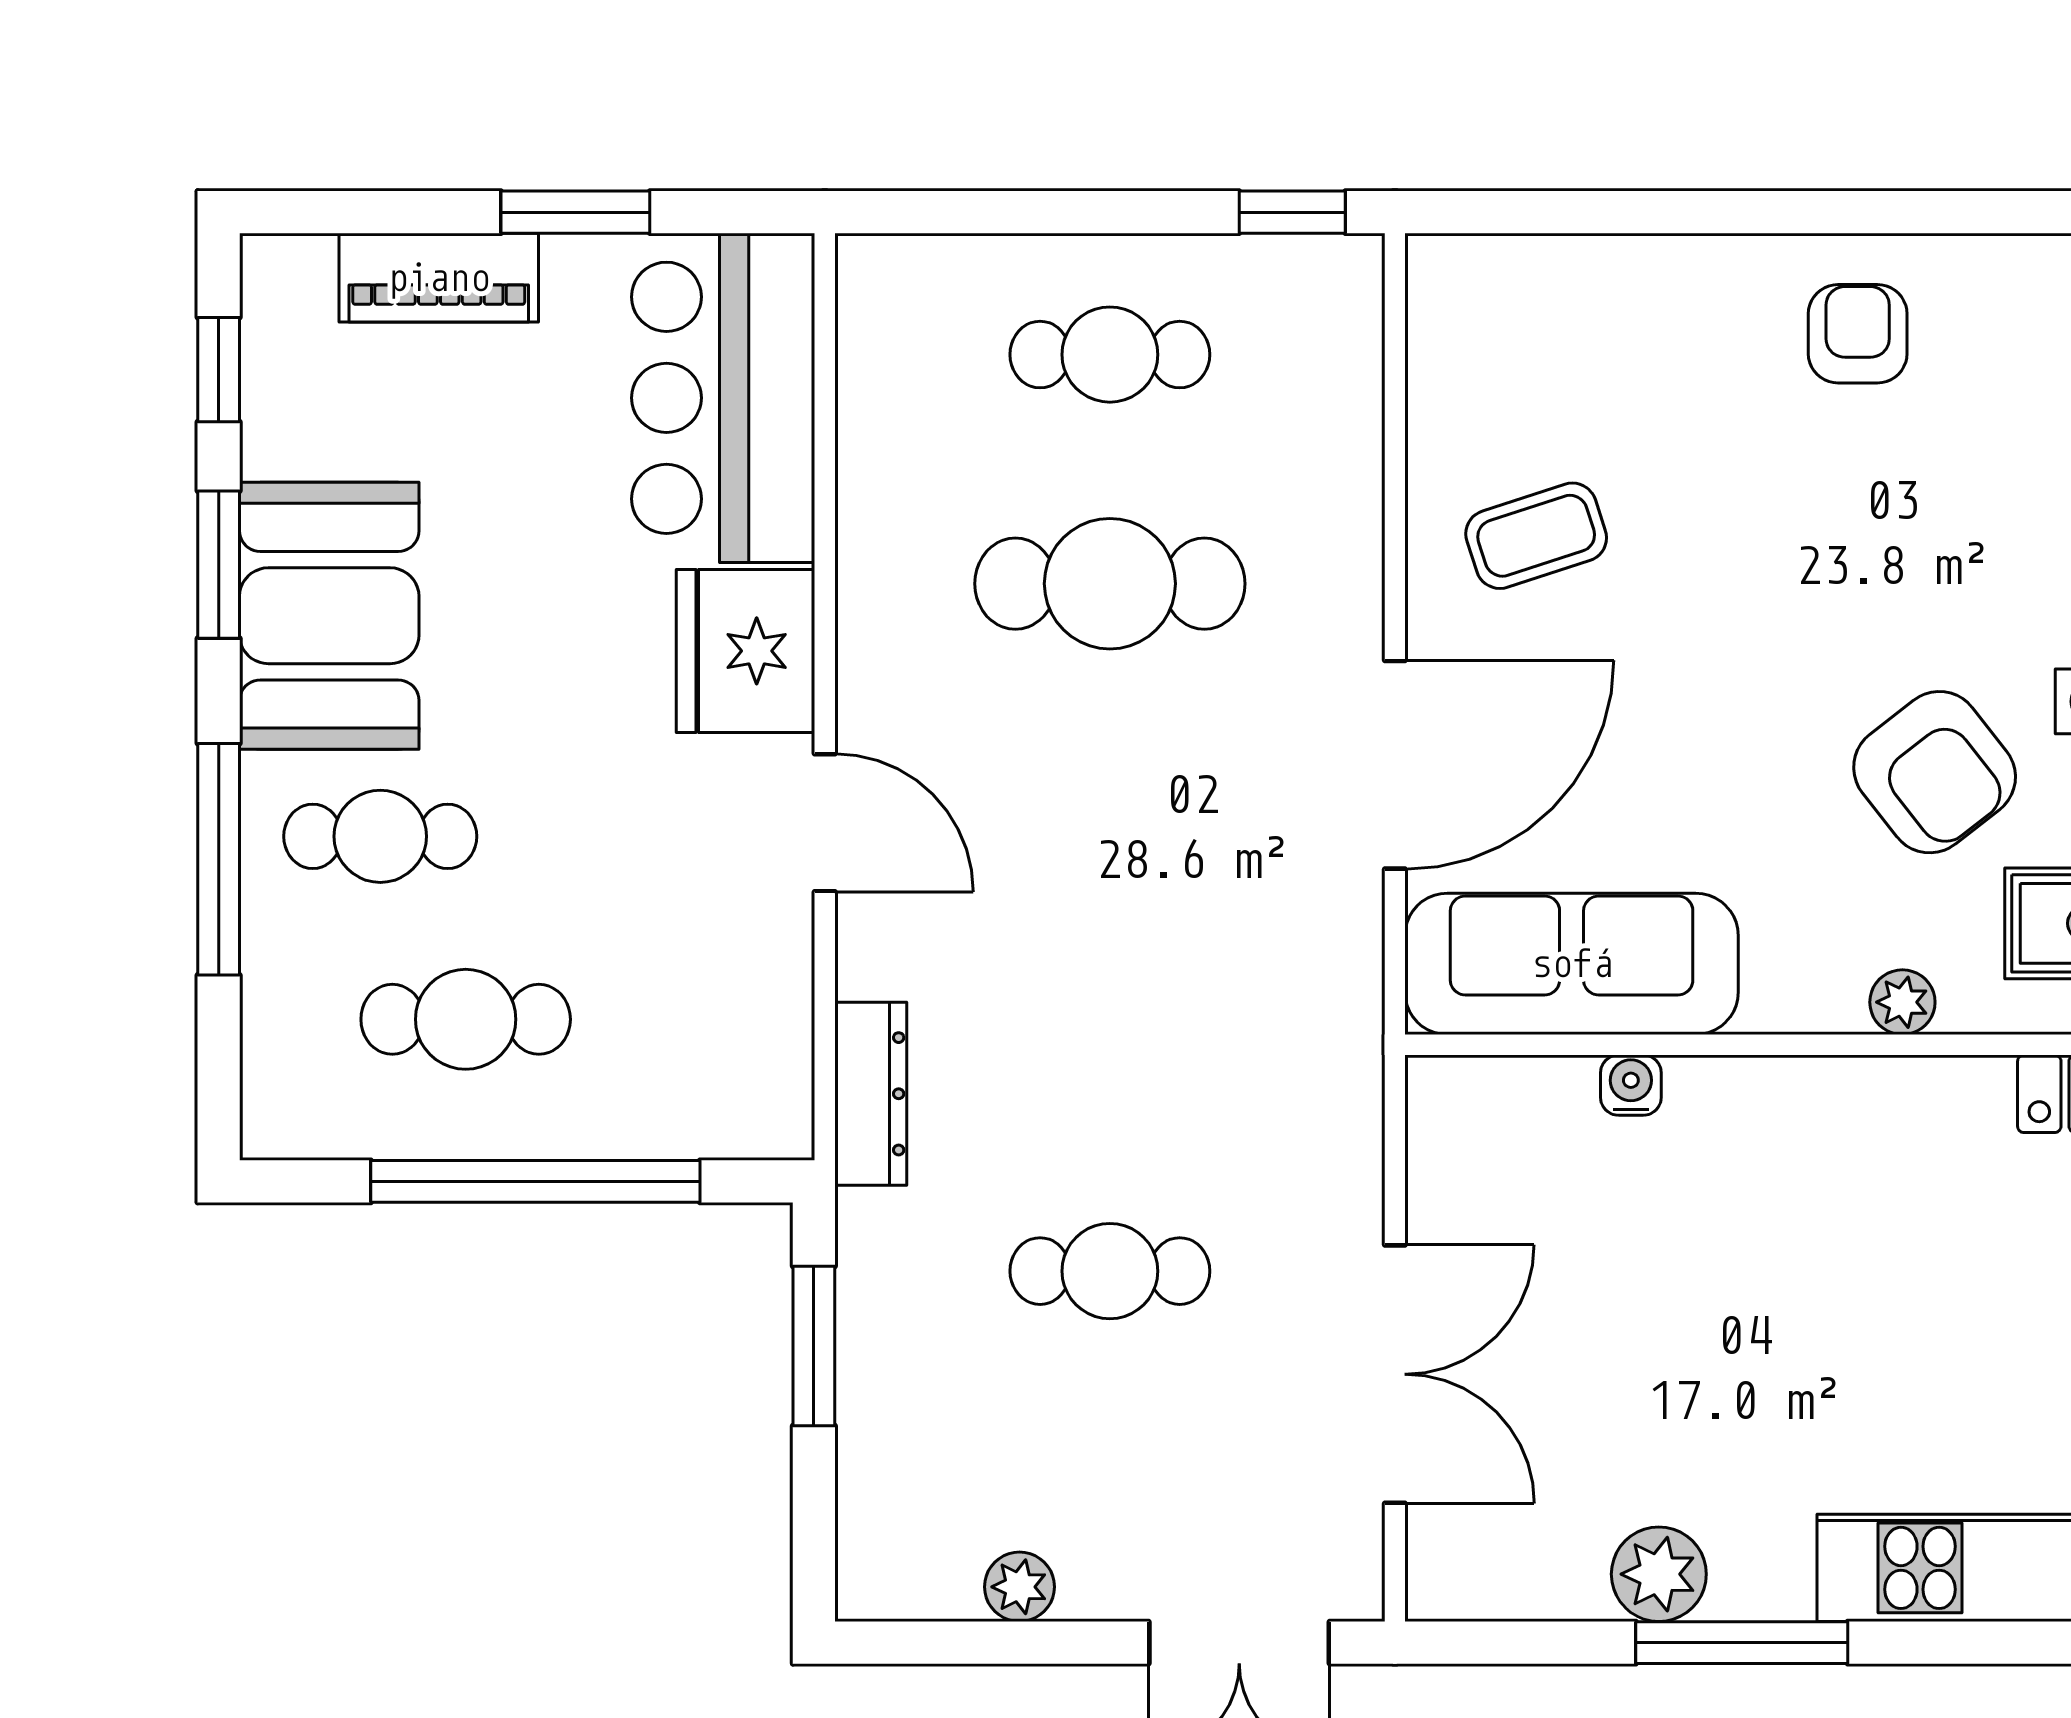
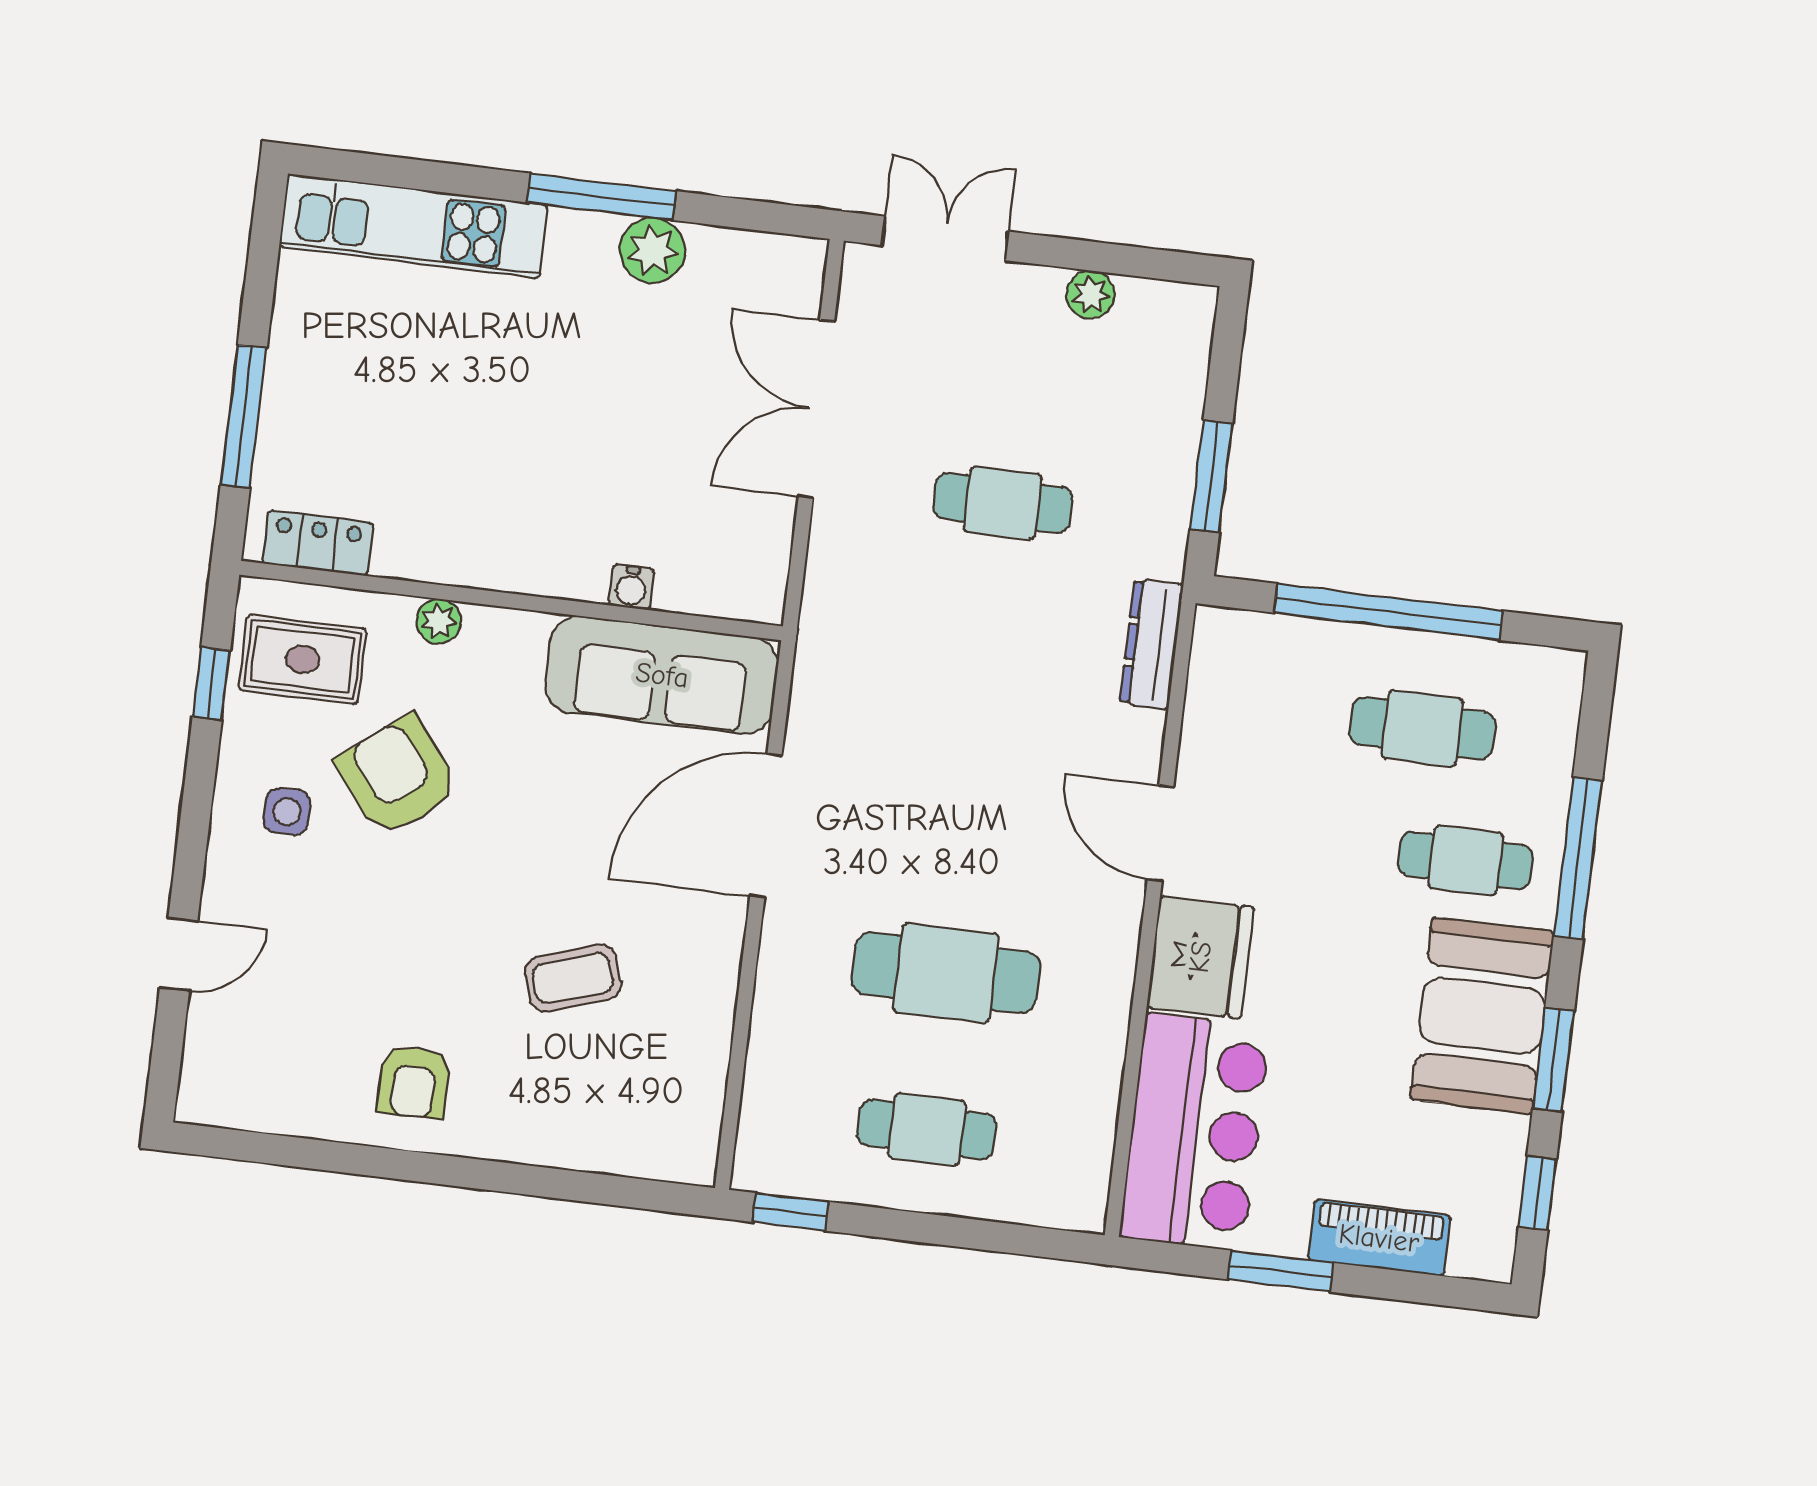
coffee table: (1536, 536) -> (573, 978), moved

